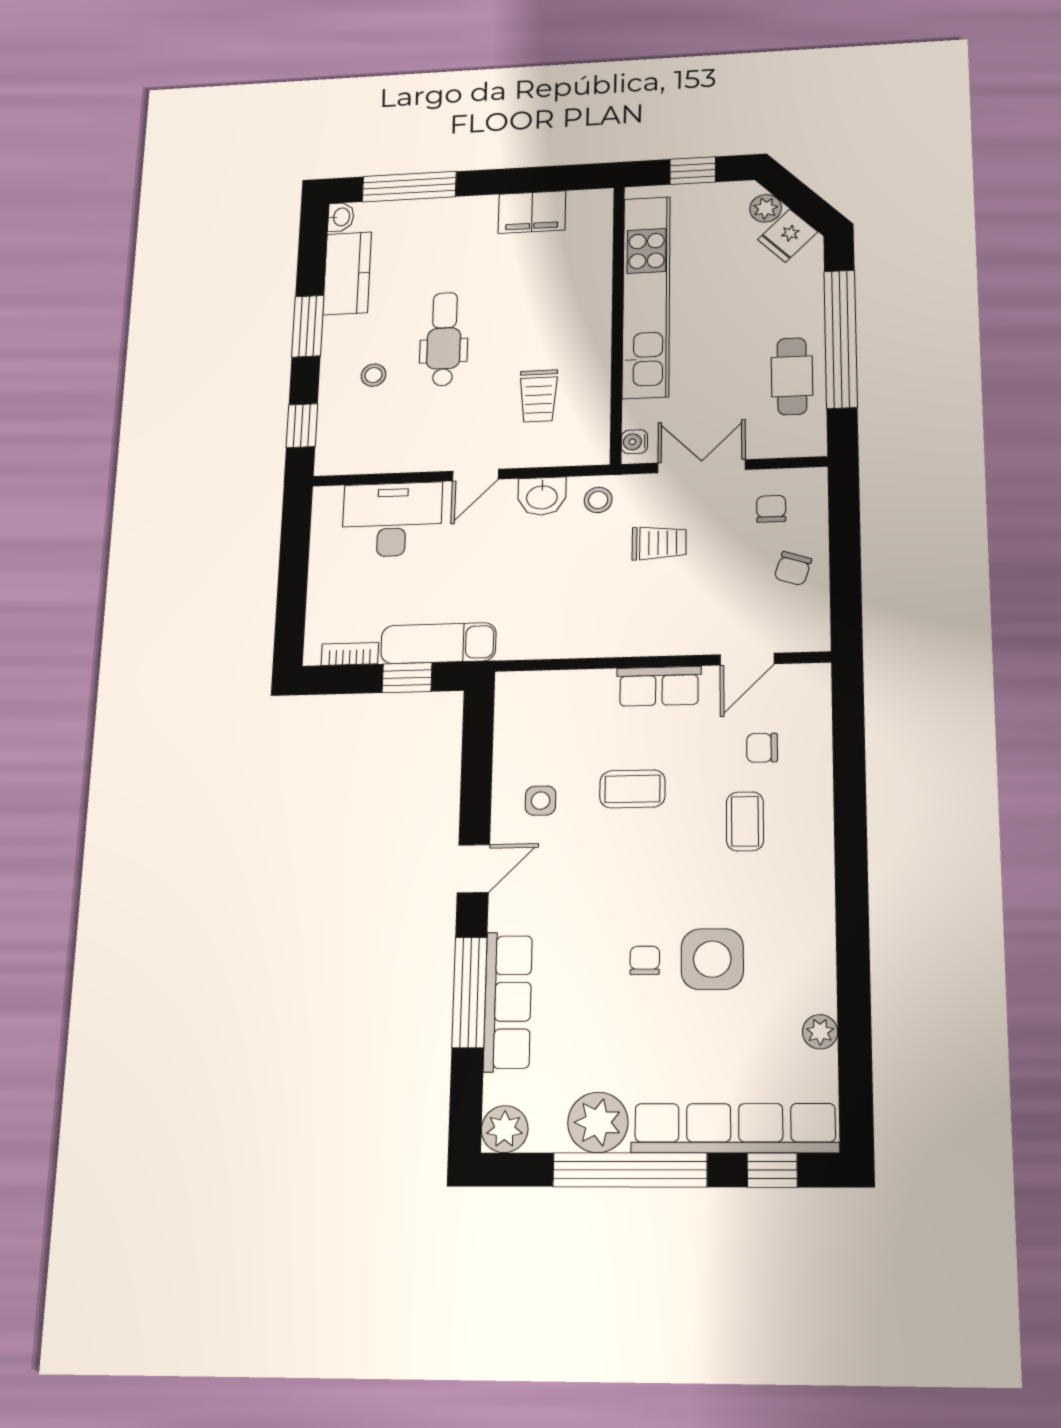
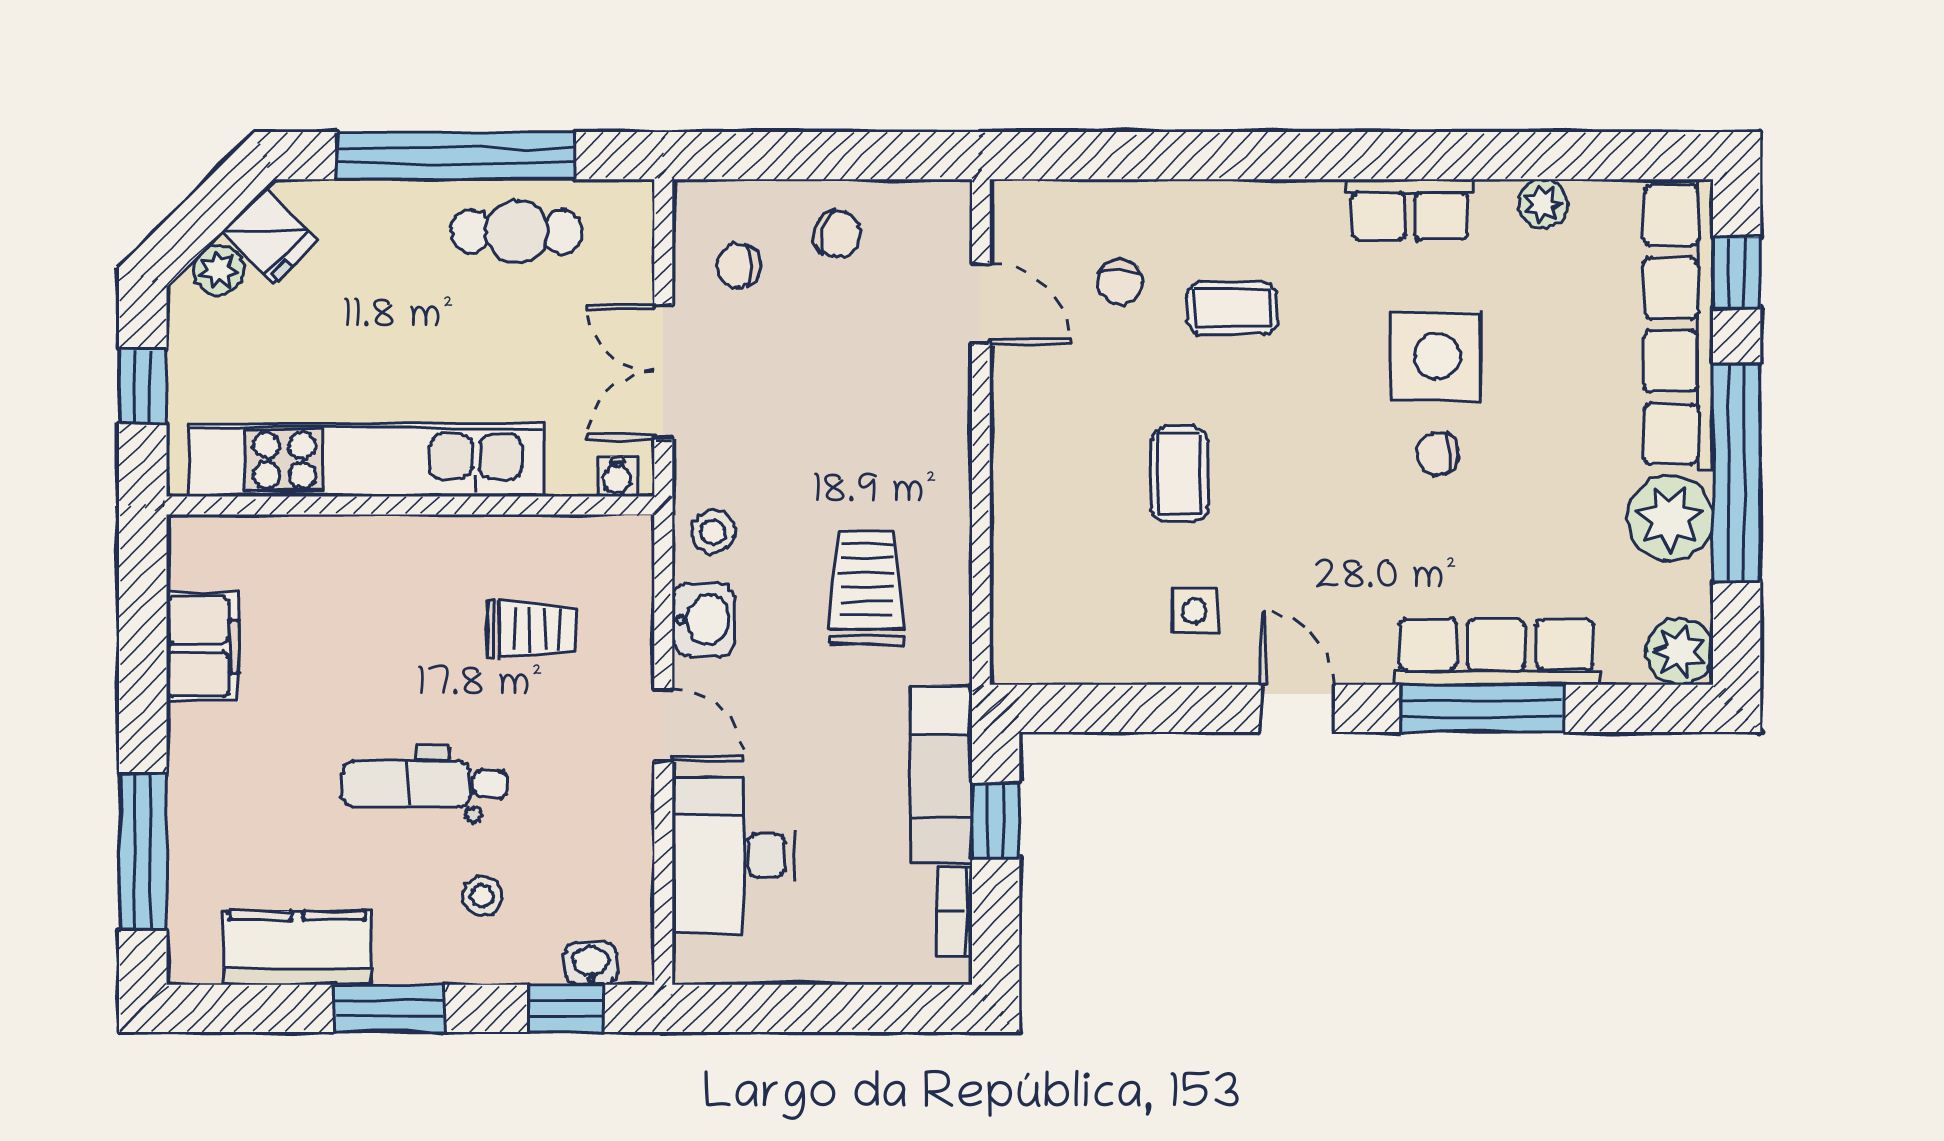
washbasin: (341, 217) -> (591, 964), moved
trolley: (659, 543) -> (866, 588), moved, width x1.36, depth x1.39
row of seats: (659, 686) -> (1410, 209), moved, turned 90

